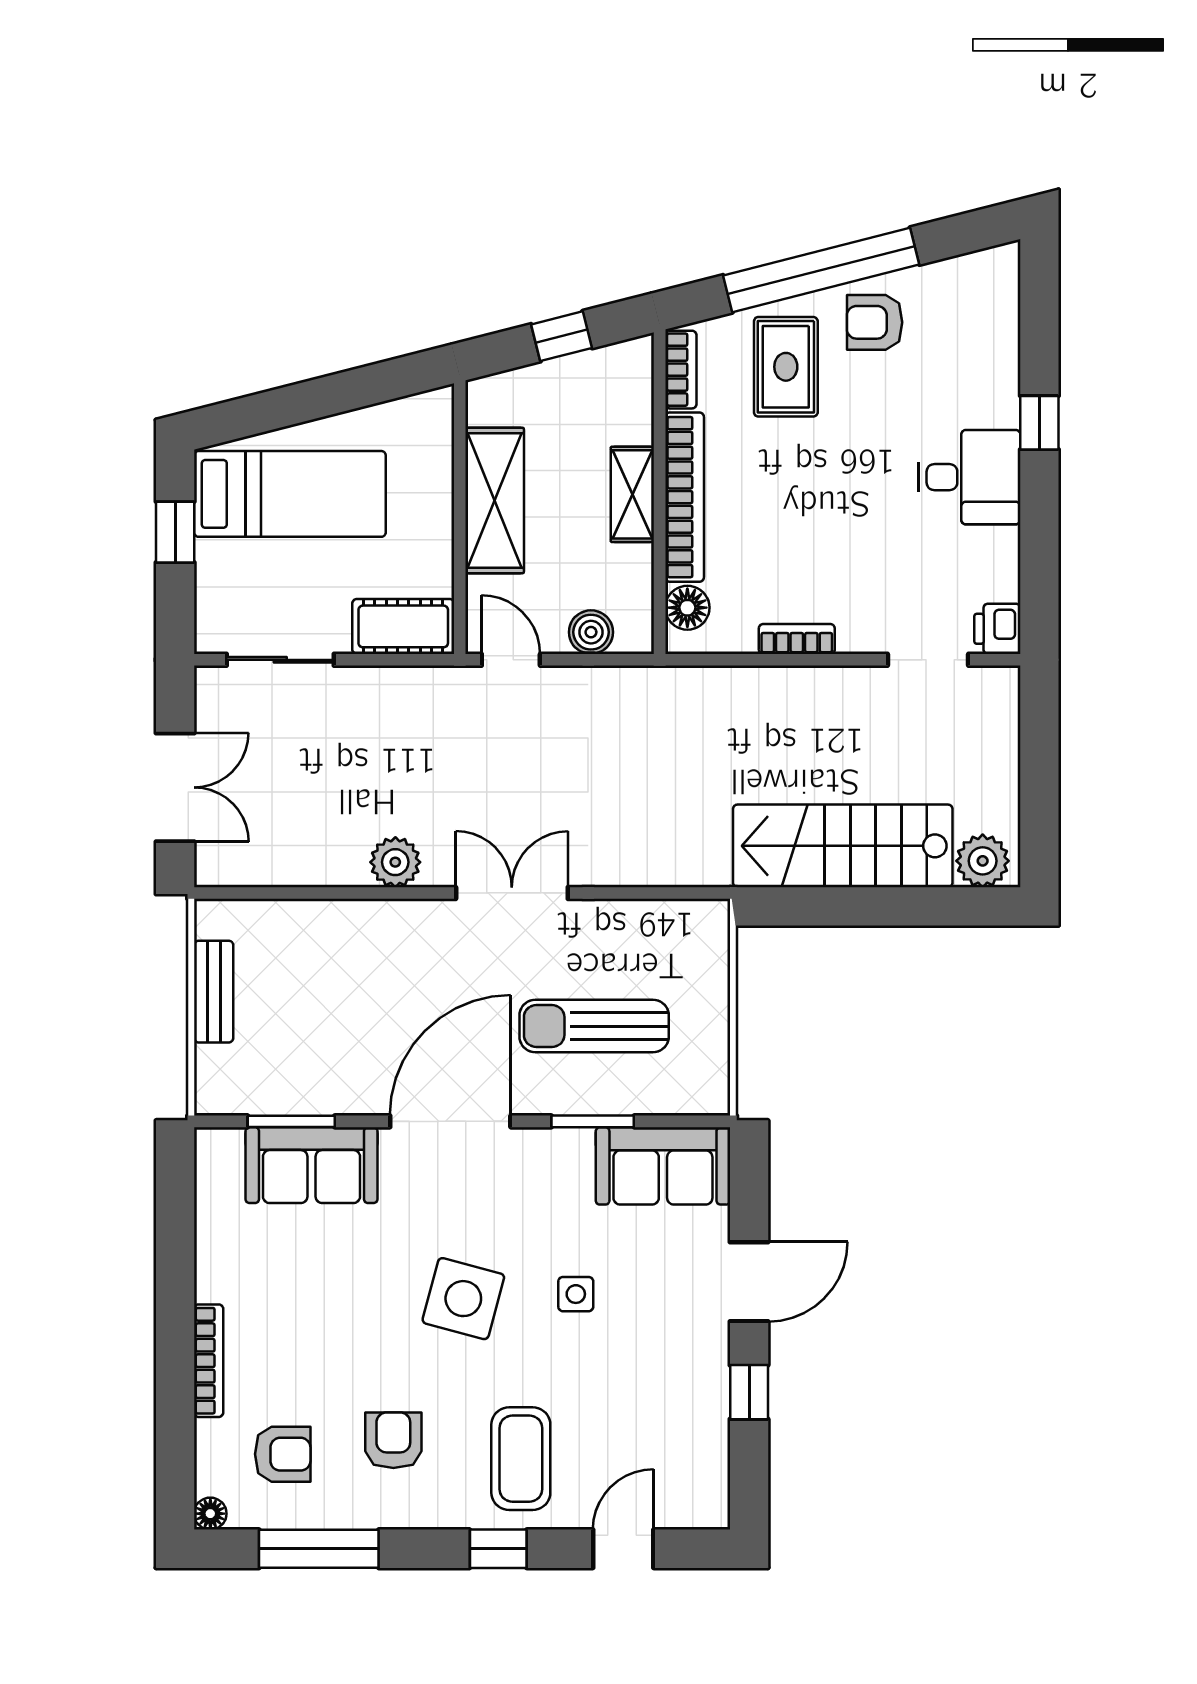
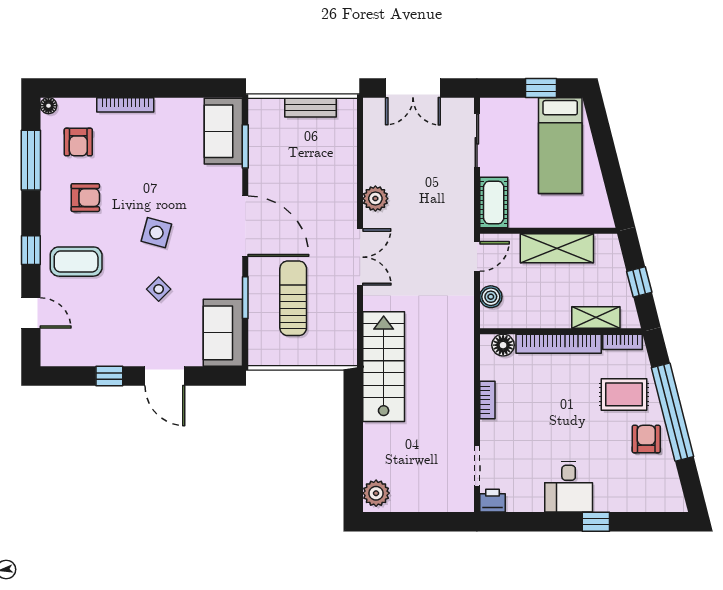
shelving: (632, 494) -> (596, 317), moved
stairs: (843, 846) -> (384, 367), moved
sofa: (311, 1165) -> (223, 131), moved
side table: (576, 1294) -> (159, 289), turned 45
side table: (463, 1299) -> (156, 233), width x0.73, depth x0.73

